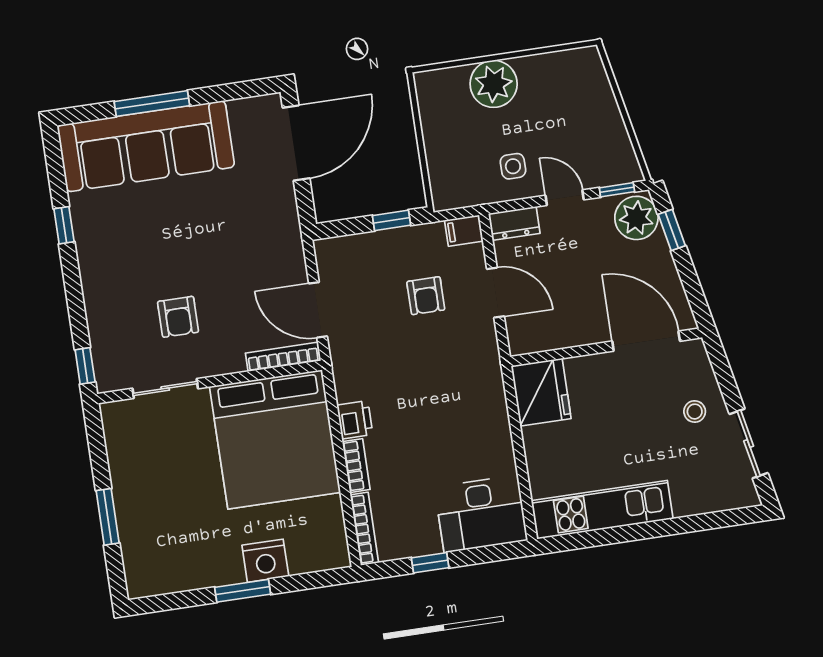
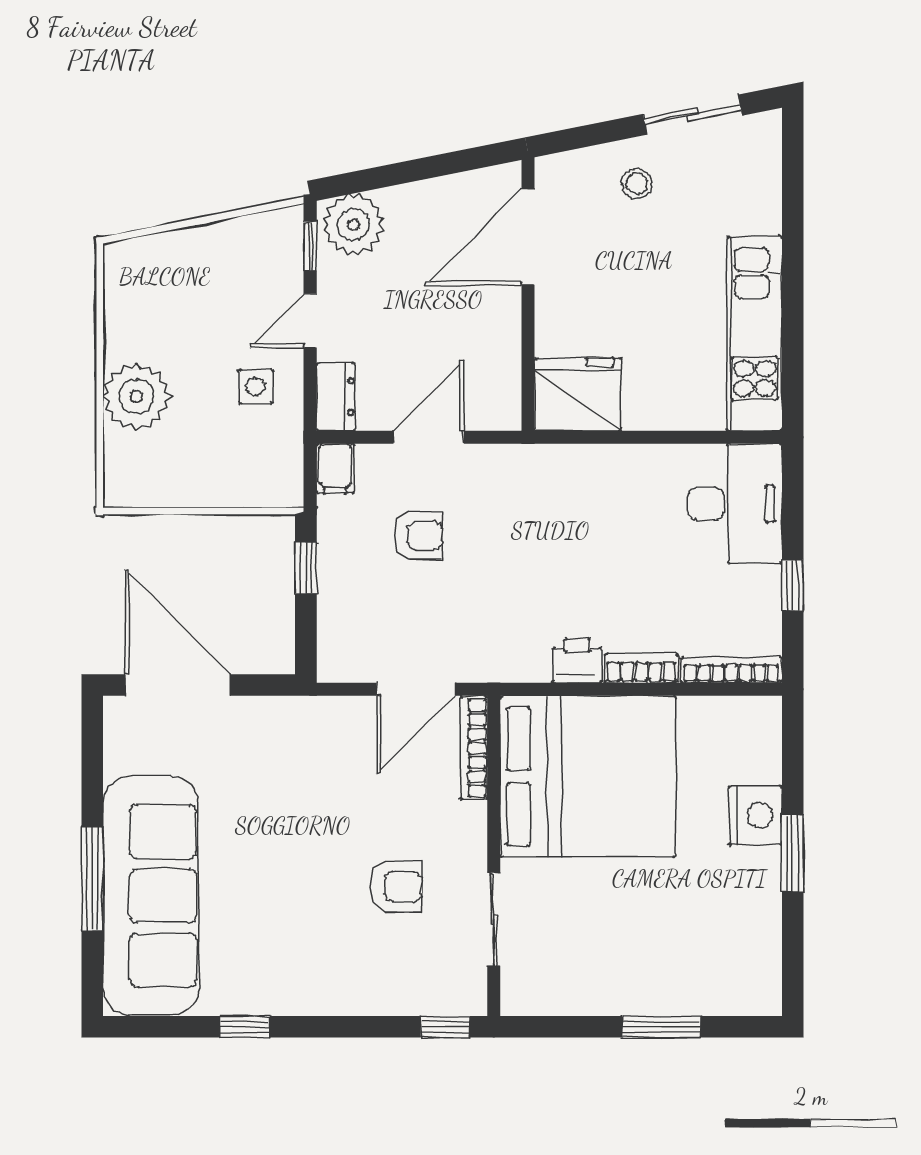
window: (672, 230) -> (378, 178), removed

